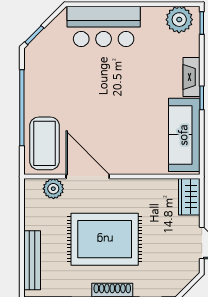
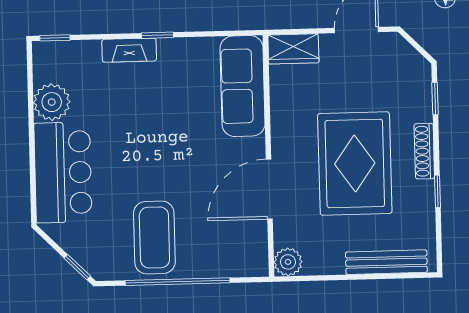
plant: (179, 20) -> (52, 102), moved
sofa: (184, 135) -> (243, 86), moved, turned 90
coffee table: (45, 143) -> (154, 238), moved, turned 90
plant: (53, 189) -> (288, 262), moved

